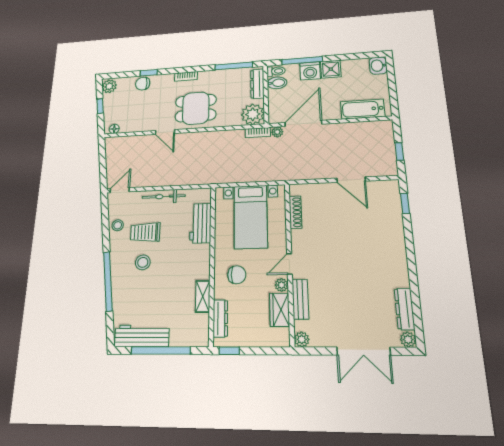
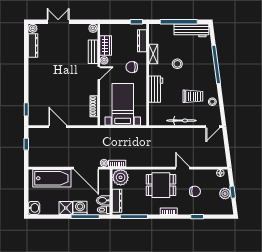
chair: (143, 84) -> (195, 191), moved
plant: (109, 86) -> (225, 194), moved
bathtub: (363, 109) -> (52, 178), width x1.36, depth x1.36
door: (303, 123) -> (86, 168), hinge flipped
workbench: (200, 223) -> (156, 89), moved
stool: (143, 262) -> (177, 64), moved
double door: (363, 351) -> (58, 22), width x0.73

